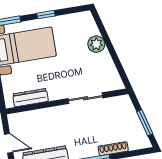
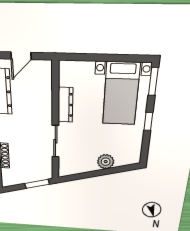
dresser: (30, 98) -> (65, 105), moved
window: (145, 123) -> (37, 184), moved

